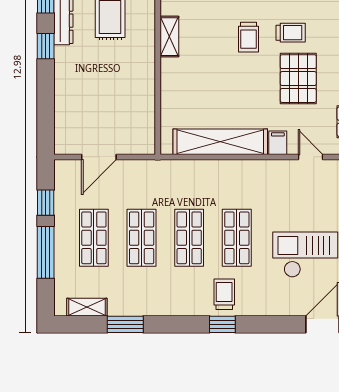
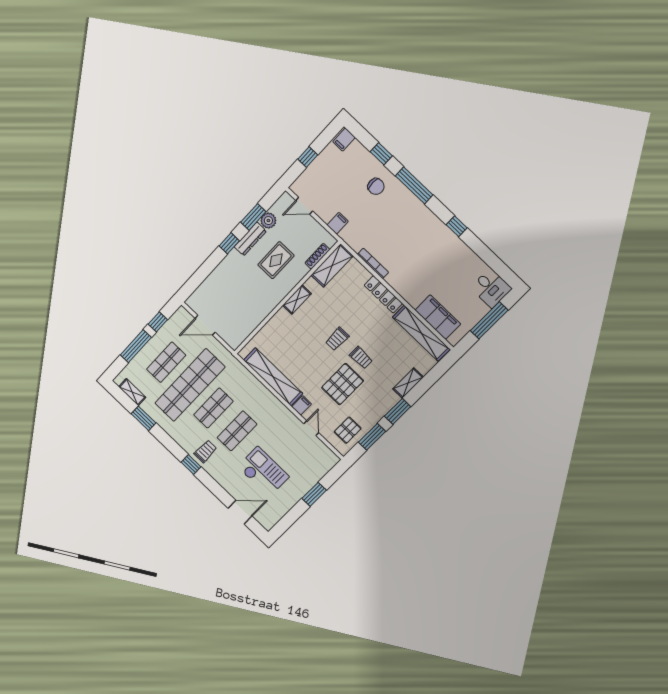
shop shelf: (142, 238) -> (190, 385), width x2.00, depth x1.36

